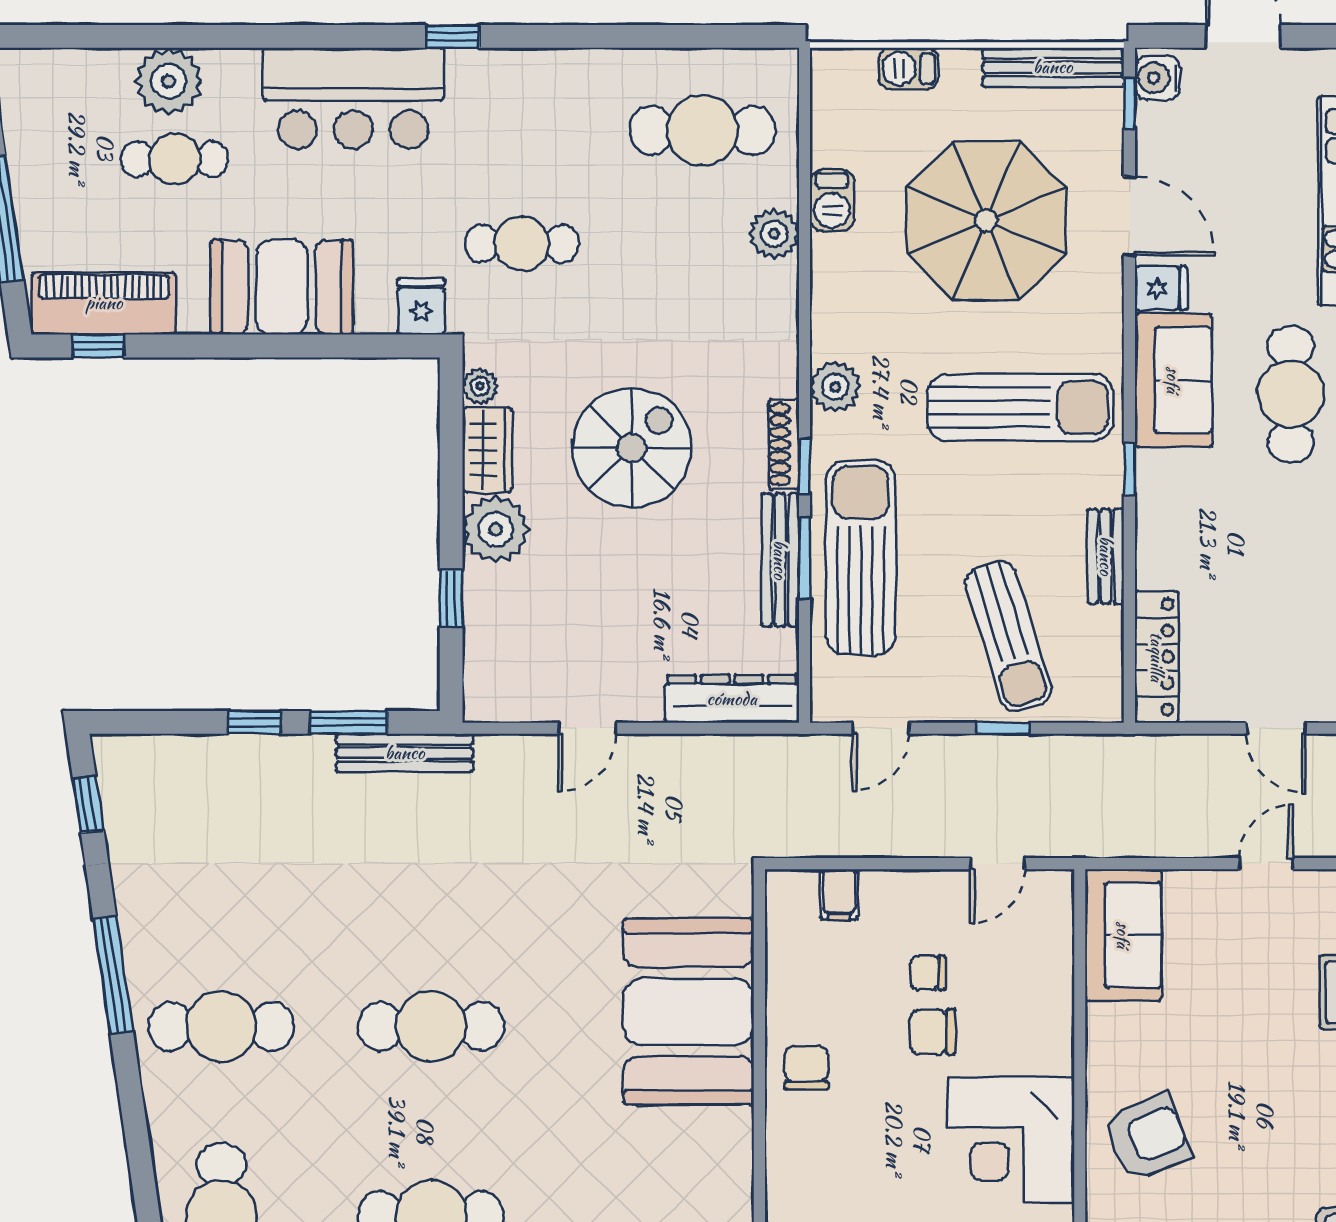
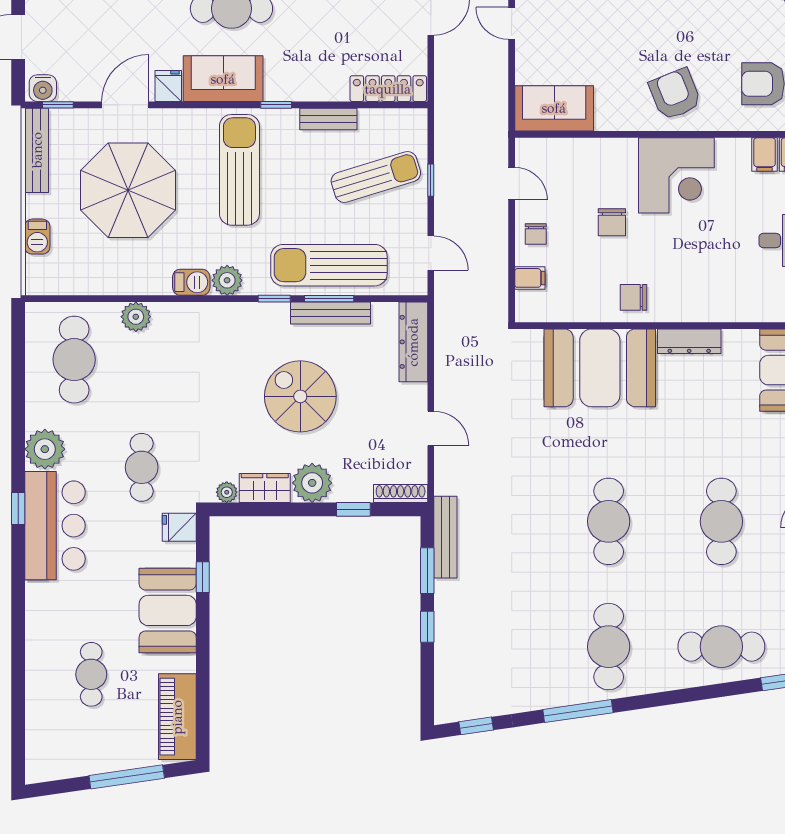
plant: (169, 81) -> (45, 449), moved
bar counter: (353, 98) -> (55, 526), moved
barbecue: (832, 200) -> (191, 282), moved
window: (99, 346) -> (203, 577), moved
shoe rack: (784, 444) -> (401, 494), moved, turned 180
spiral stairs: (632, 448) -> (300, 396), moved
chair: (928, 973) -> (536, 234), moved
dresser: (733, 1161) -> (689, 341), added

